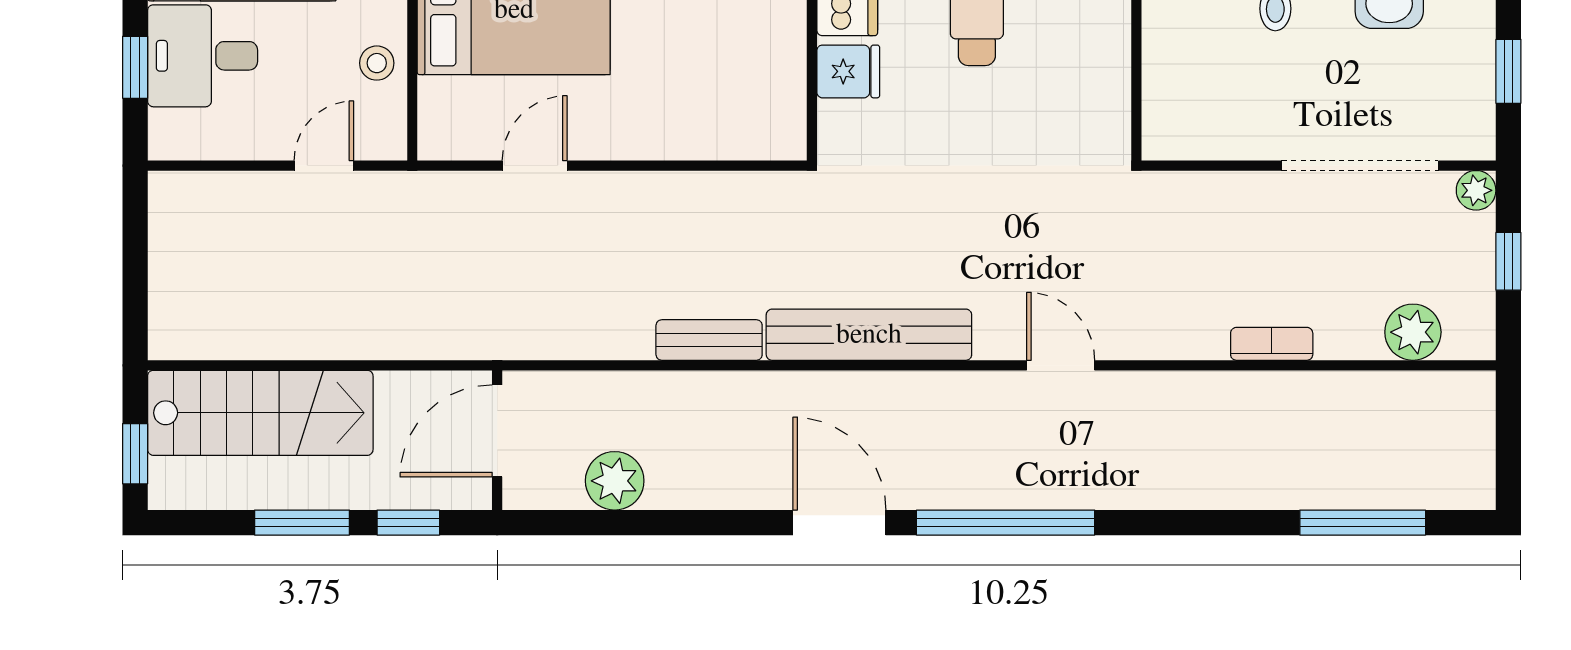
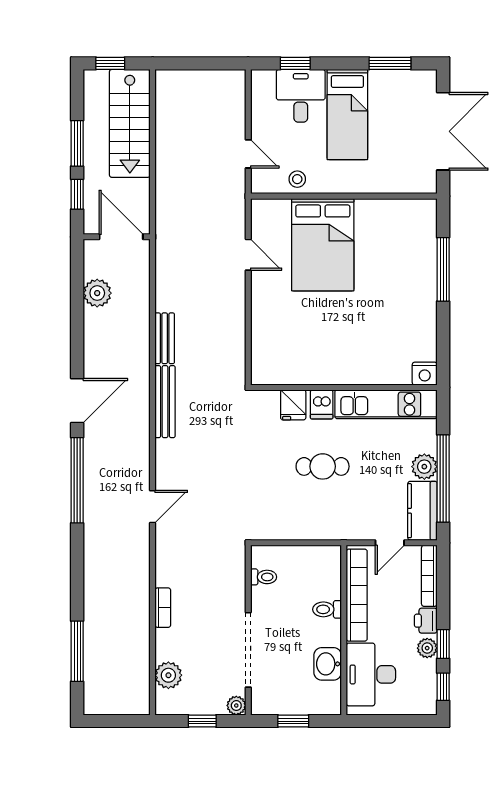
toilet: (1208, 133) -> (264, 577), added
bench: (869, 335) -> (165, 402), width x0.73, depth x0.82

